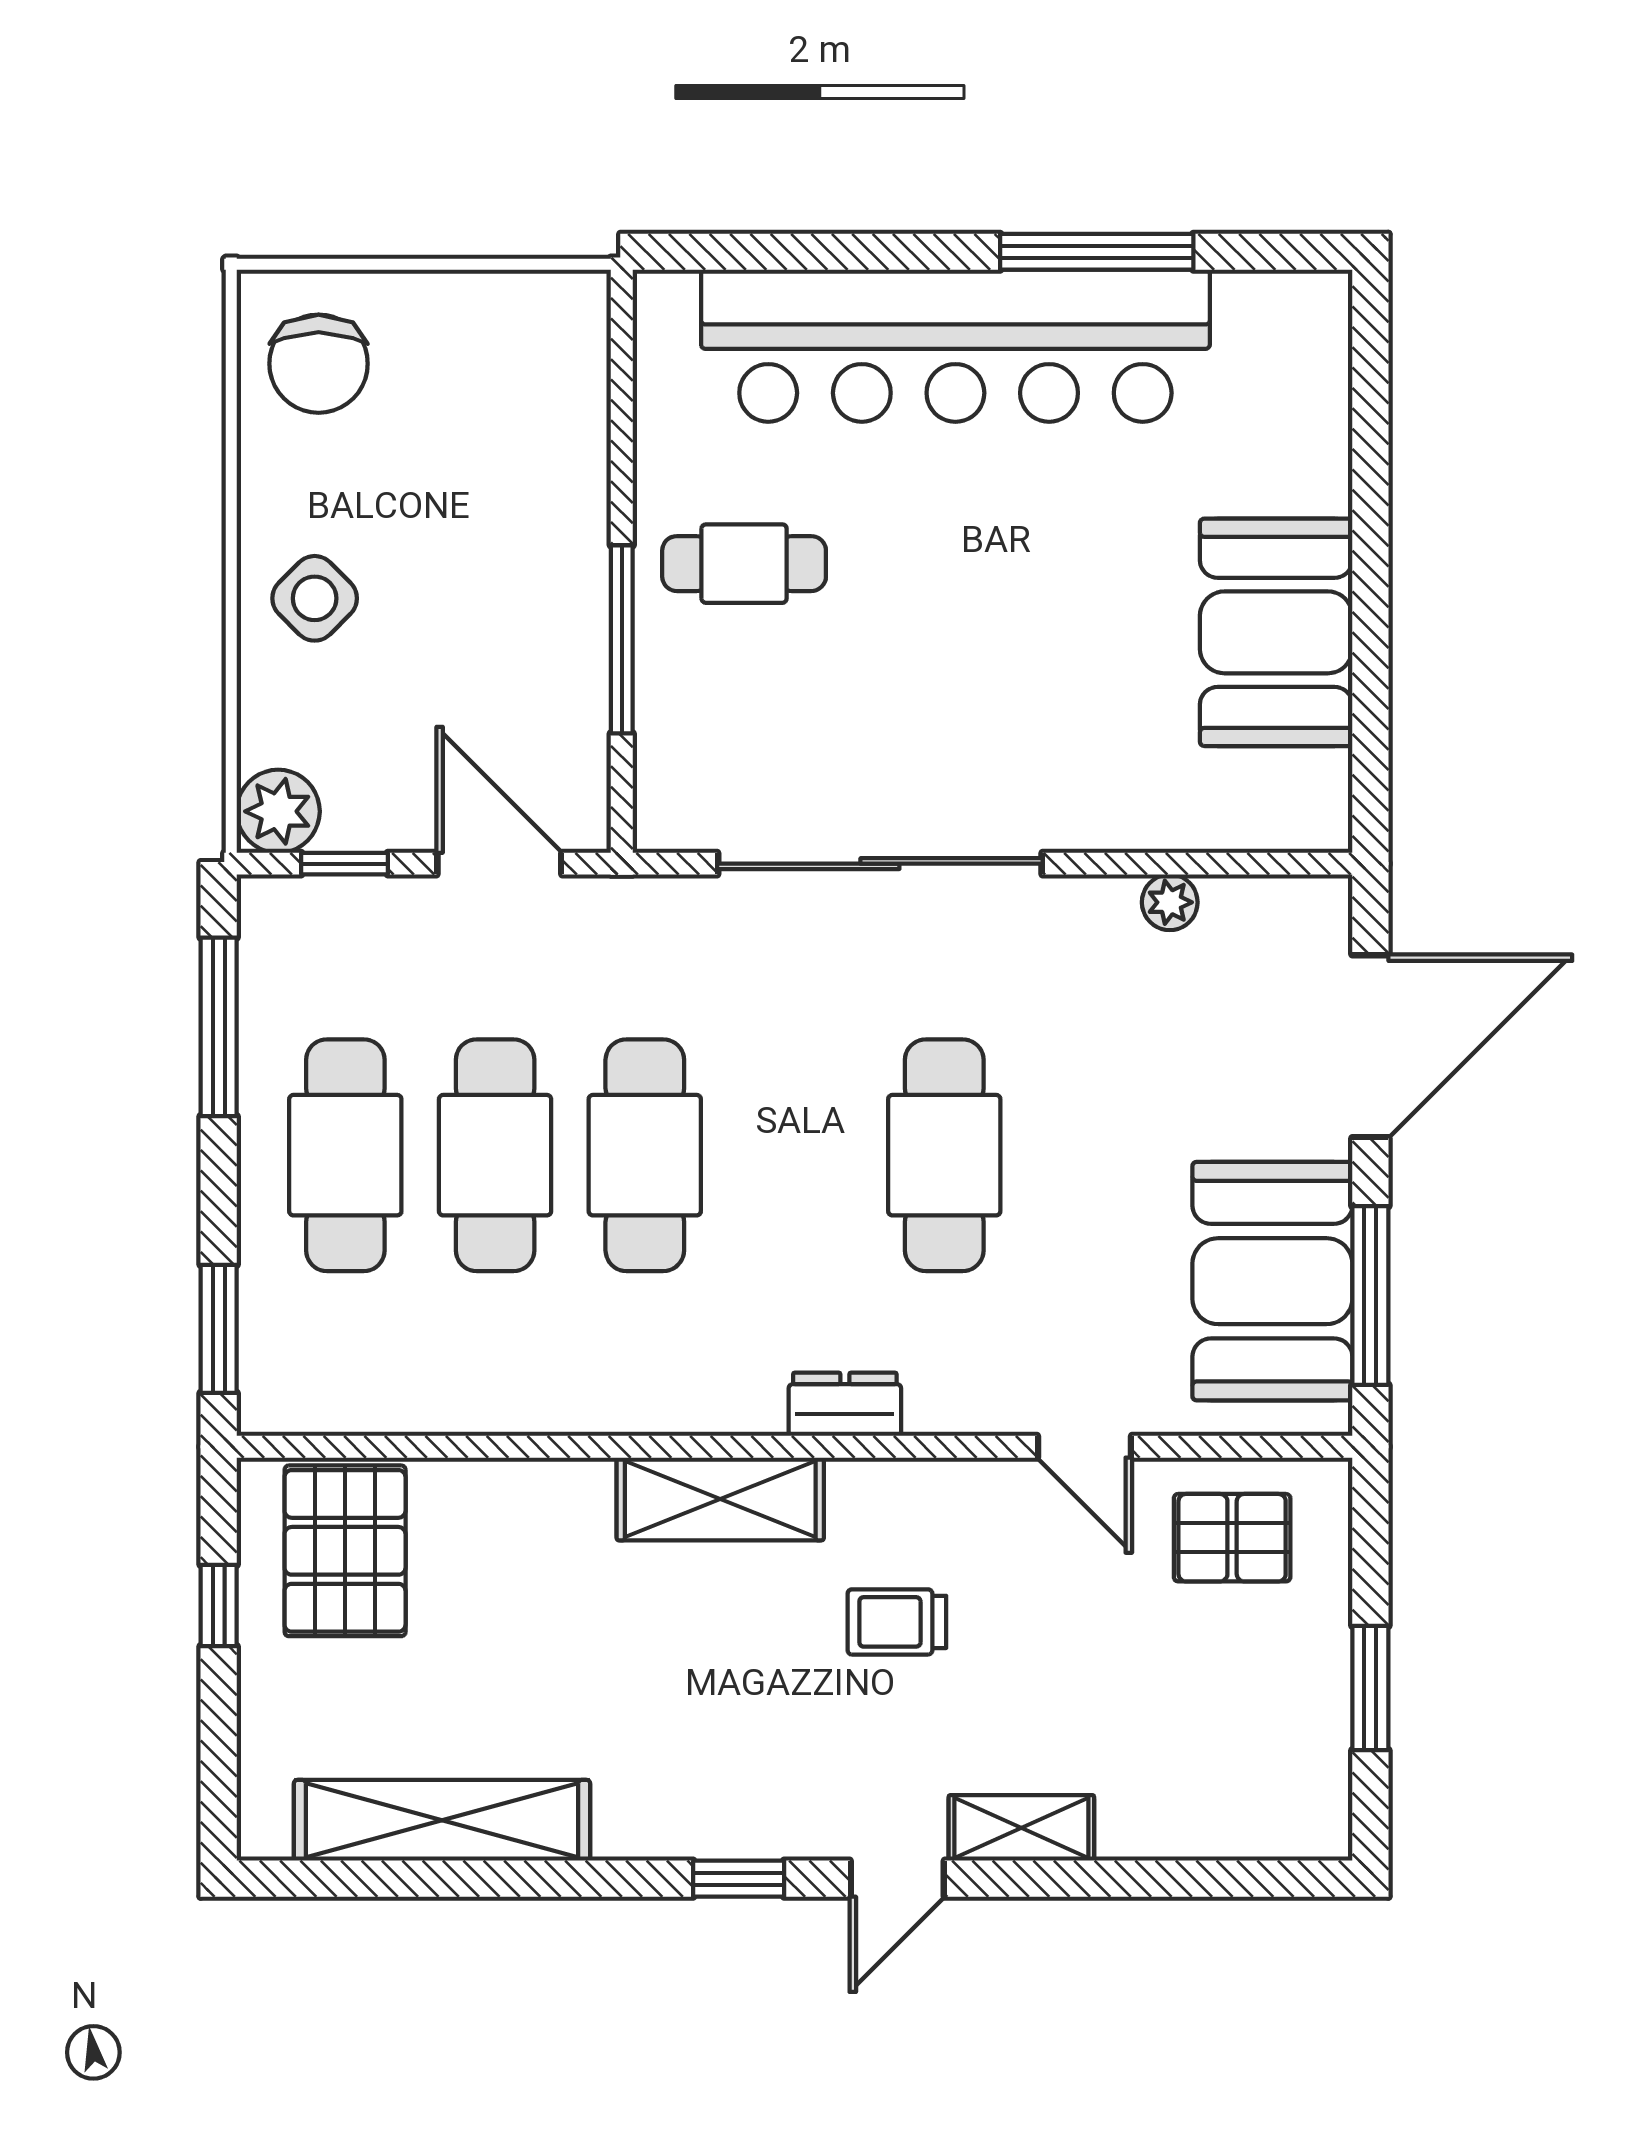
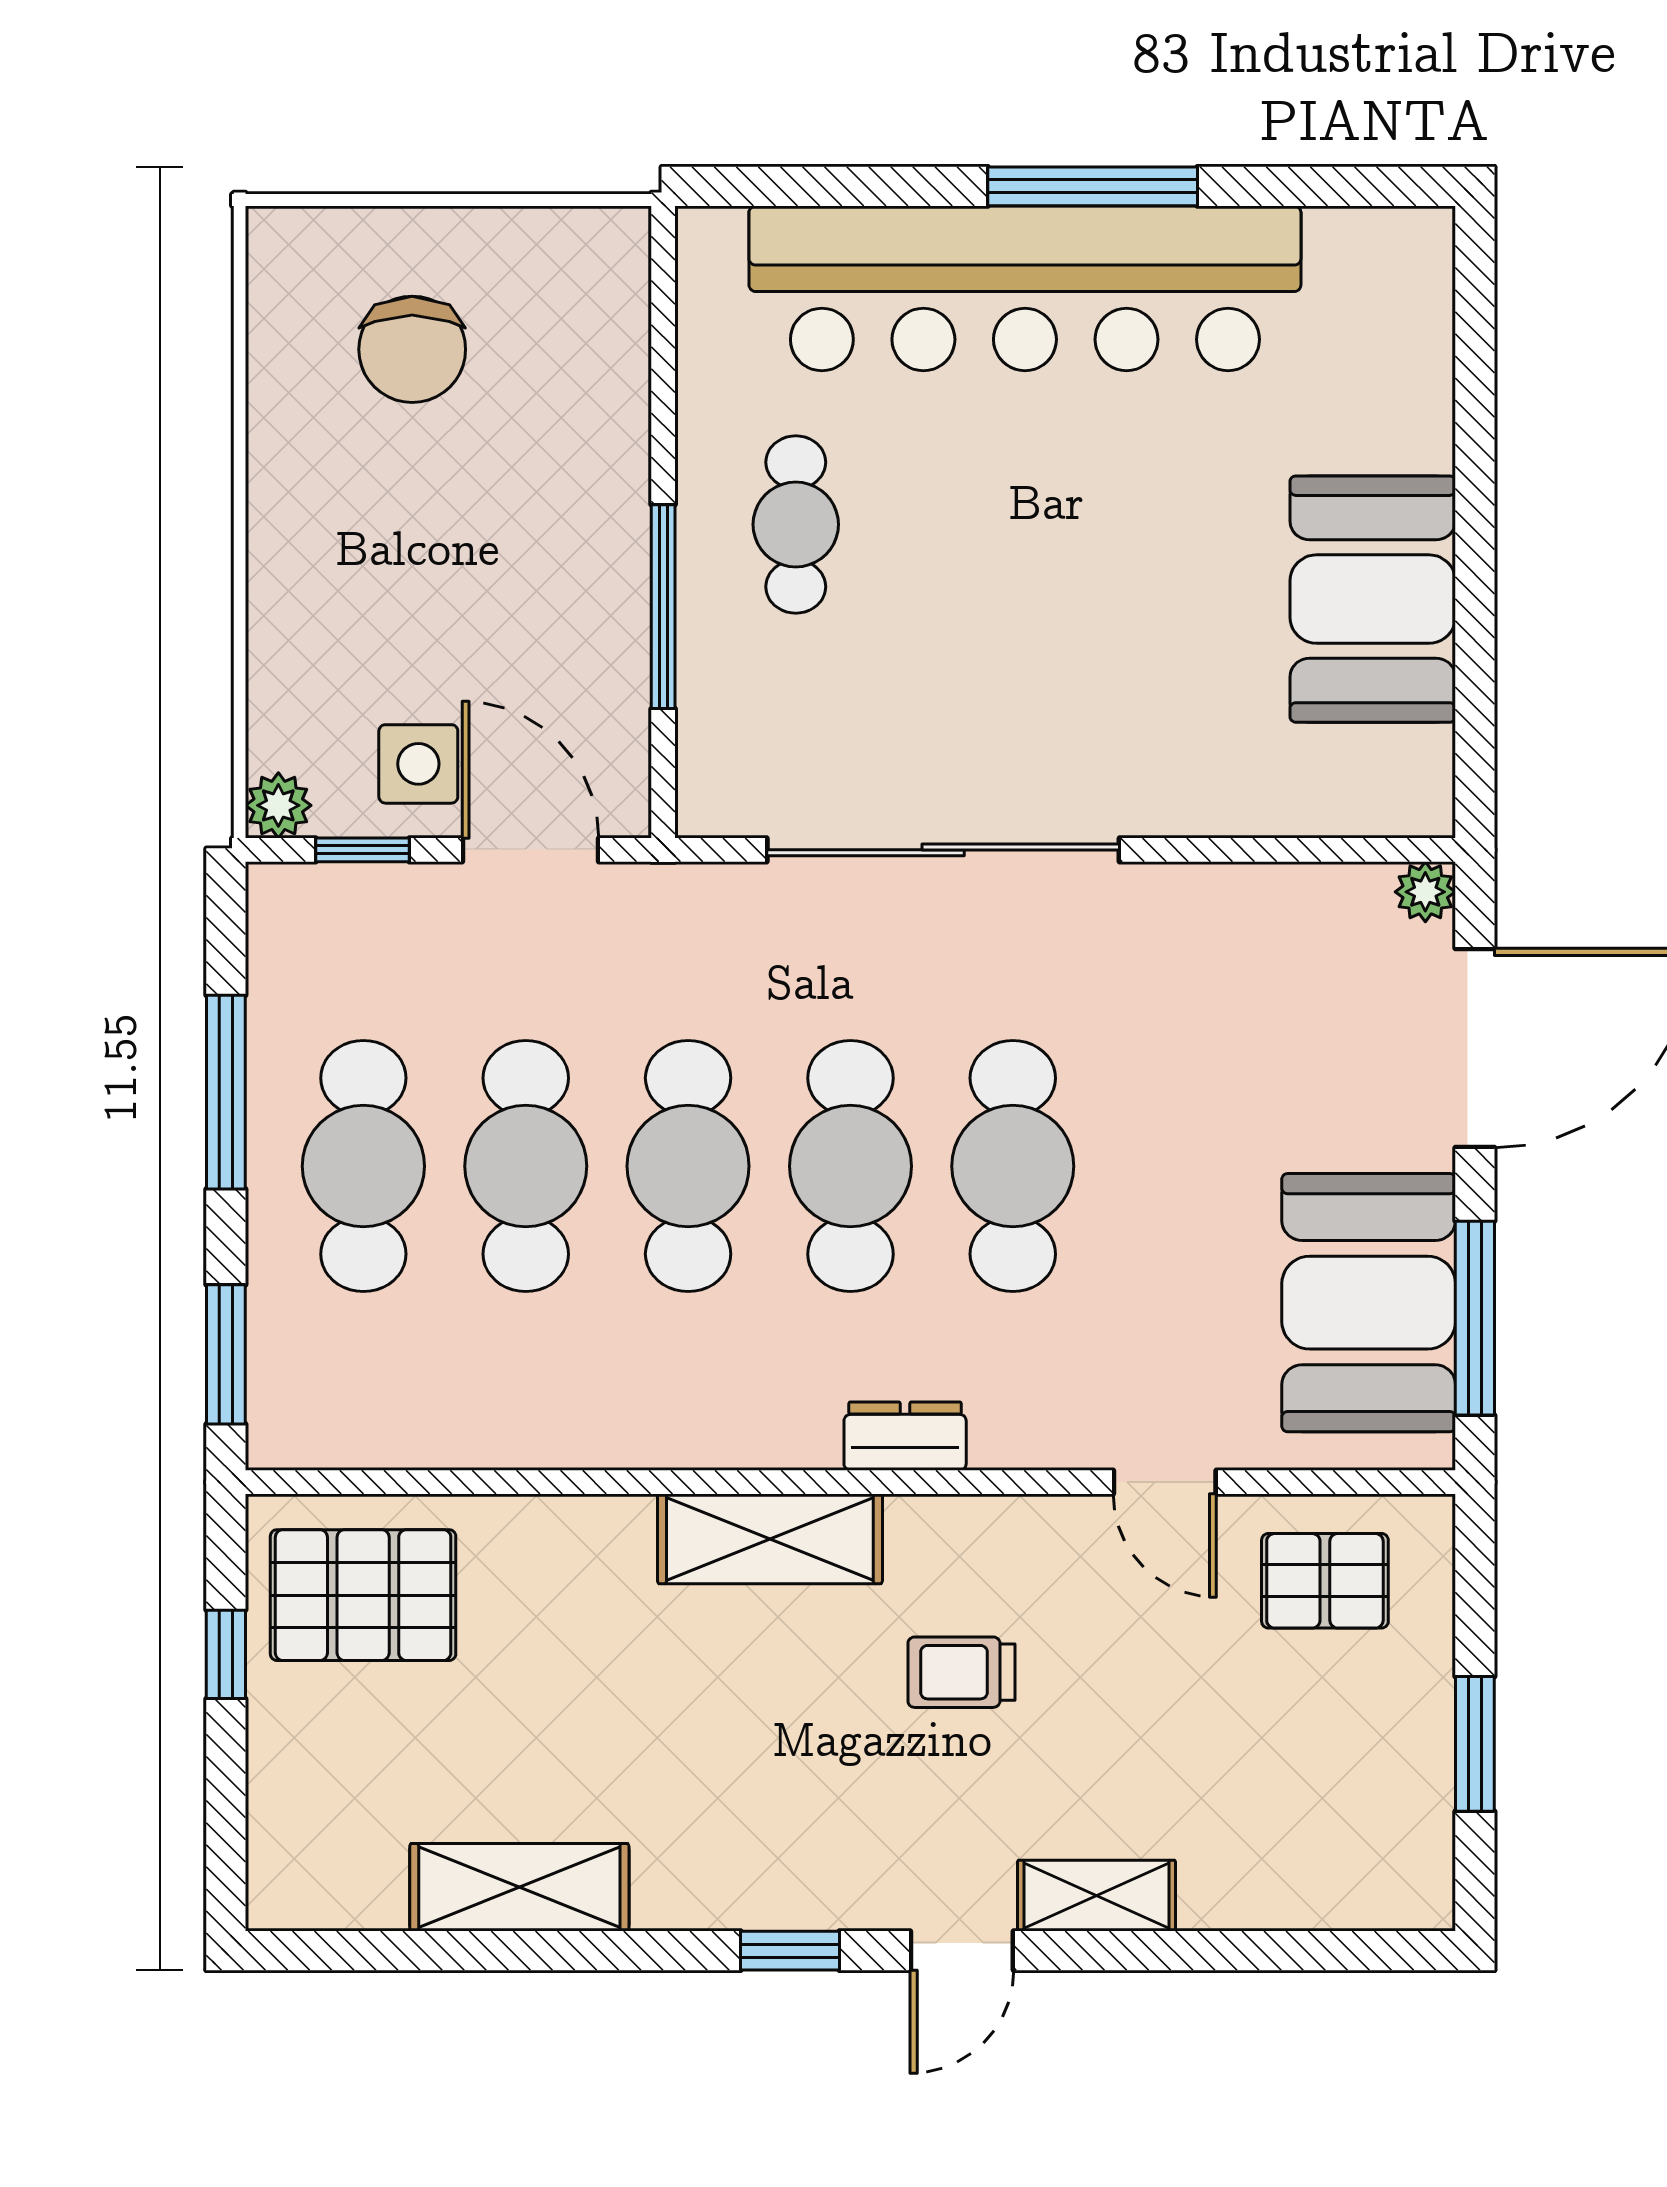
window: (1097, 252) -> (1093, 186), moved
chair: (319, 364) -> (412, 349), moved
cafe table: (744, 564) -> (796, 524), turned 90
side table: (315, 598) -> (418, 764), moved, turned 45
plant: (278, 811) -> (278, 805), width x0.73, depth x0.73
plant: (1170, 902) -> (1425, 892), moved
window: (219, 1027) -> (226, 1092), moved
cafe table: (795, 1155) -> (850, 1166), added
pallet: (345, 1551) -> (363, 1595), turned 90
shelving: (442, 1820) -> (519, 1887), width x0.68

